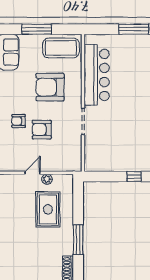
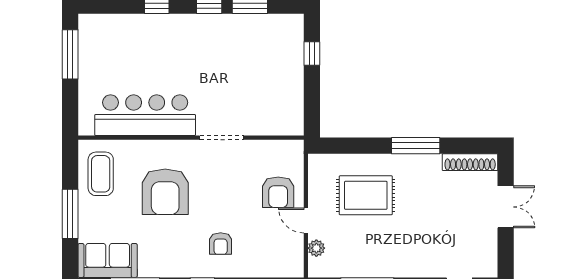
coffee table: (61, 48) -> (101, 174), width x0.73, depth x0.76
armchair: (42, 130) -> (278, 192), moved
plant: (47, 179) -> (316, 248), moved

